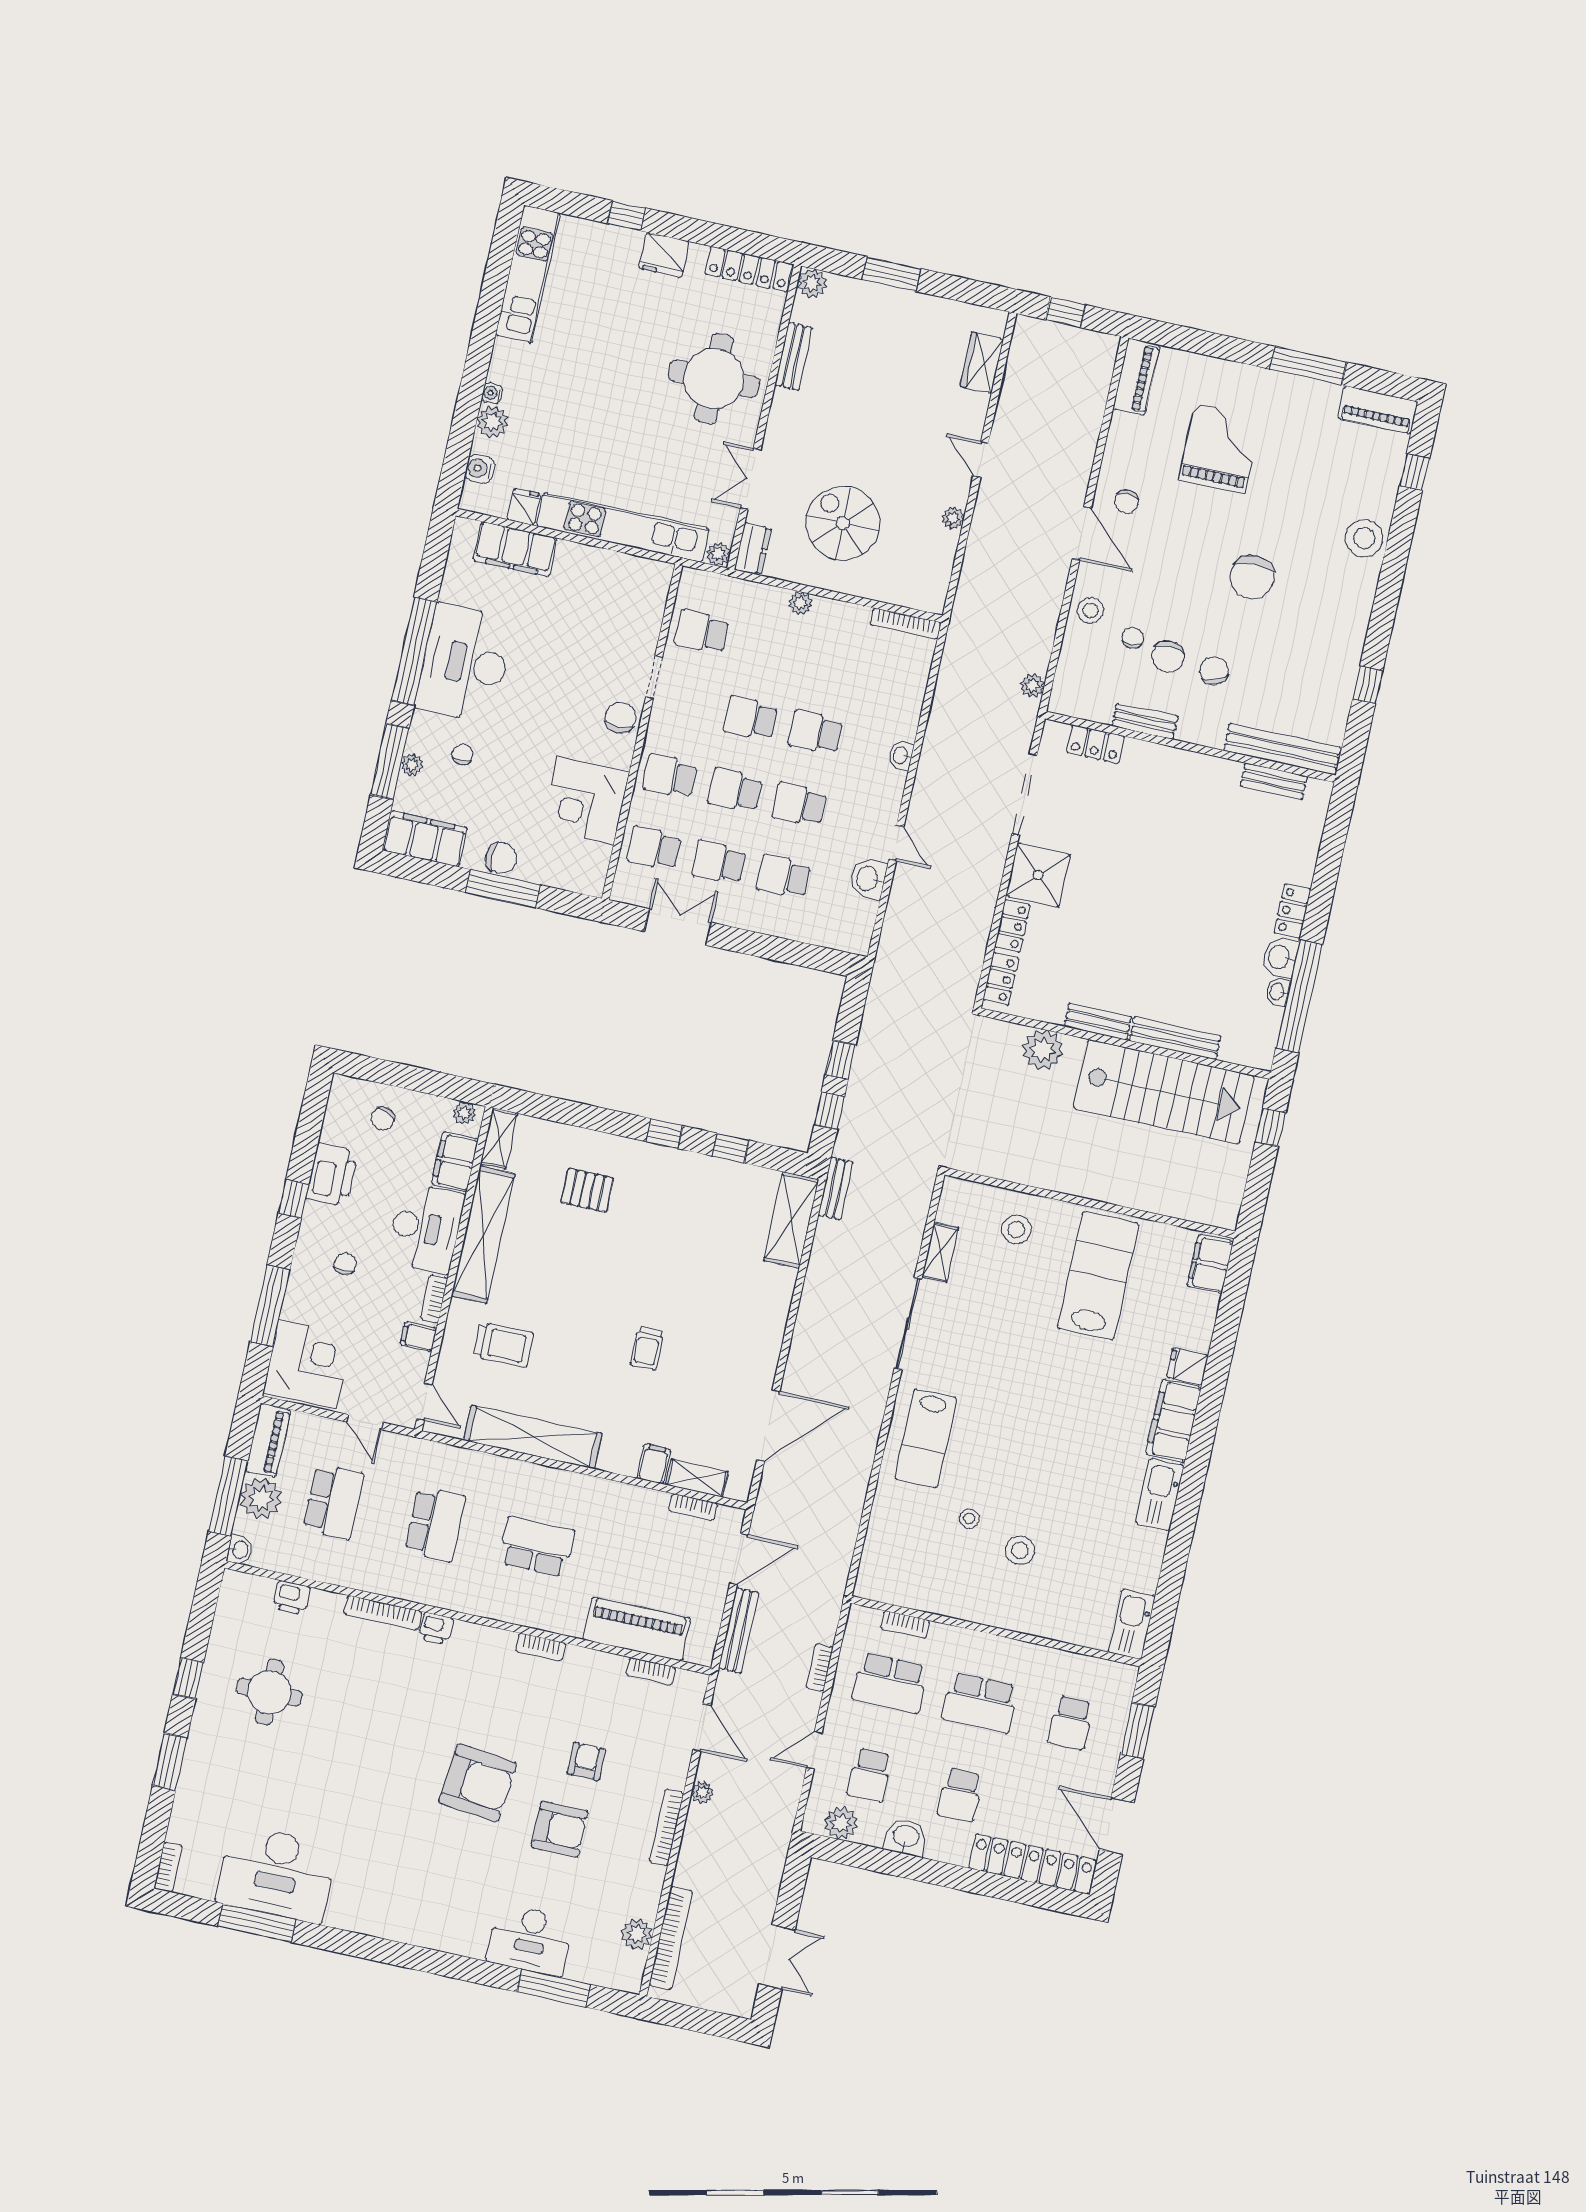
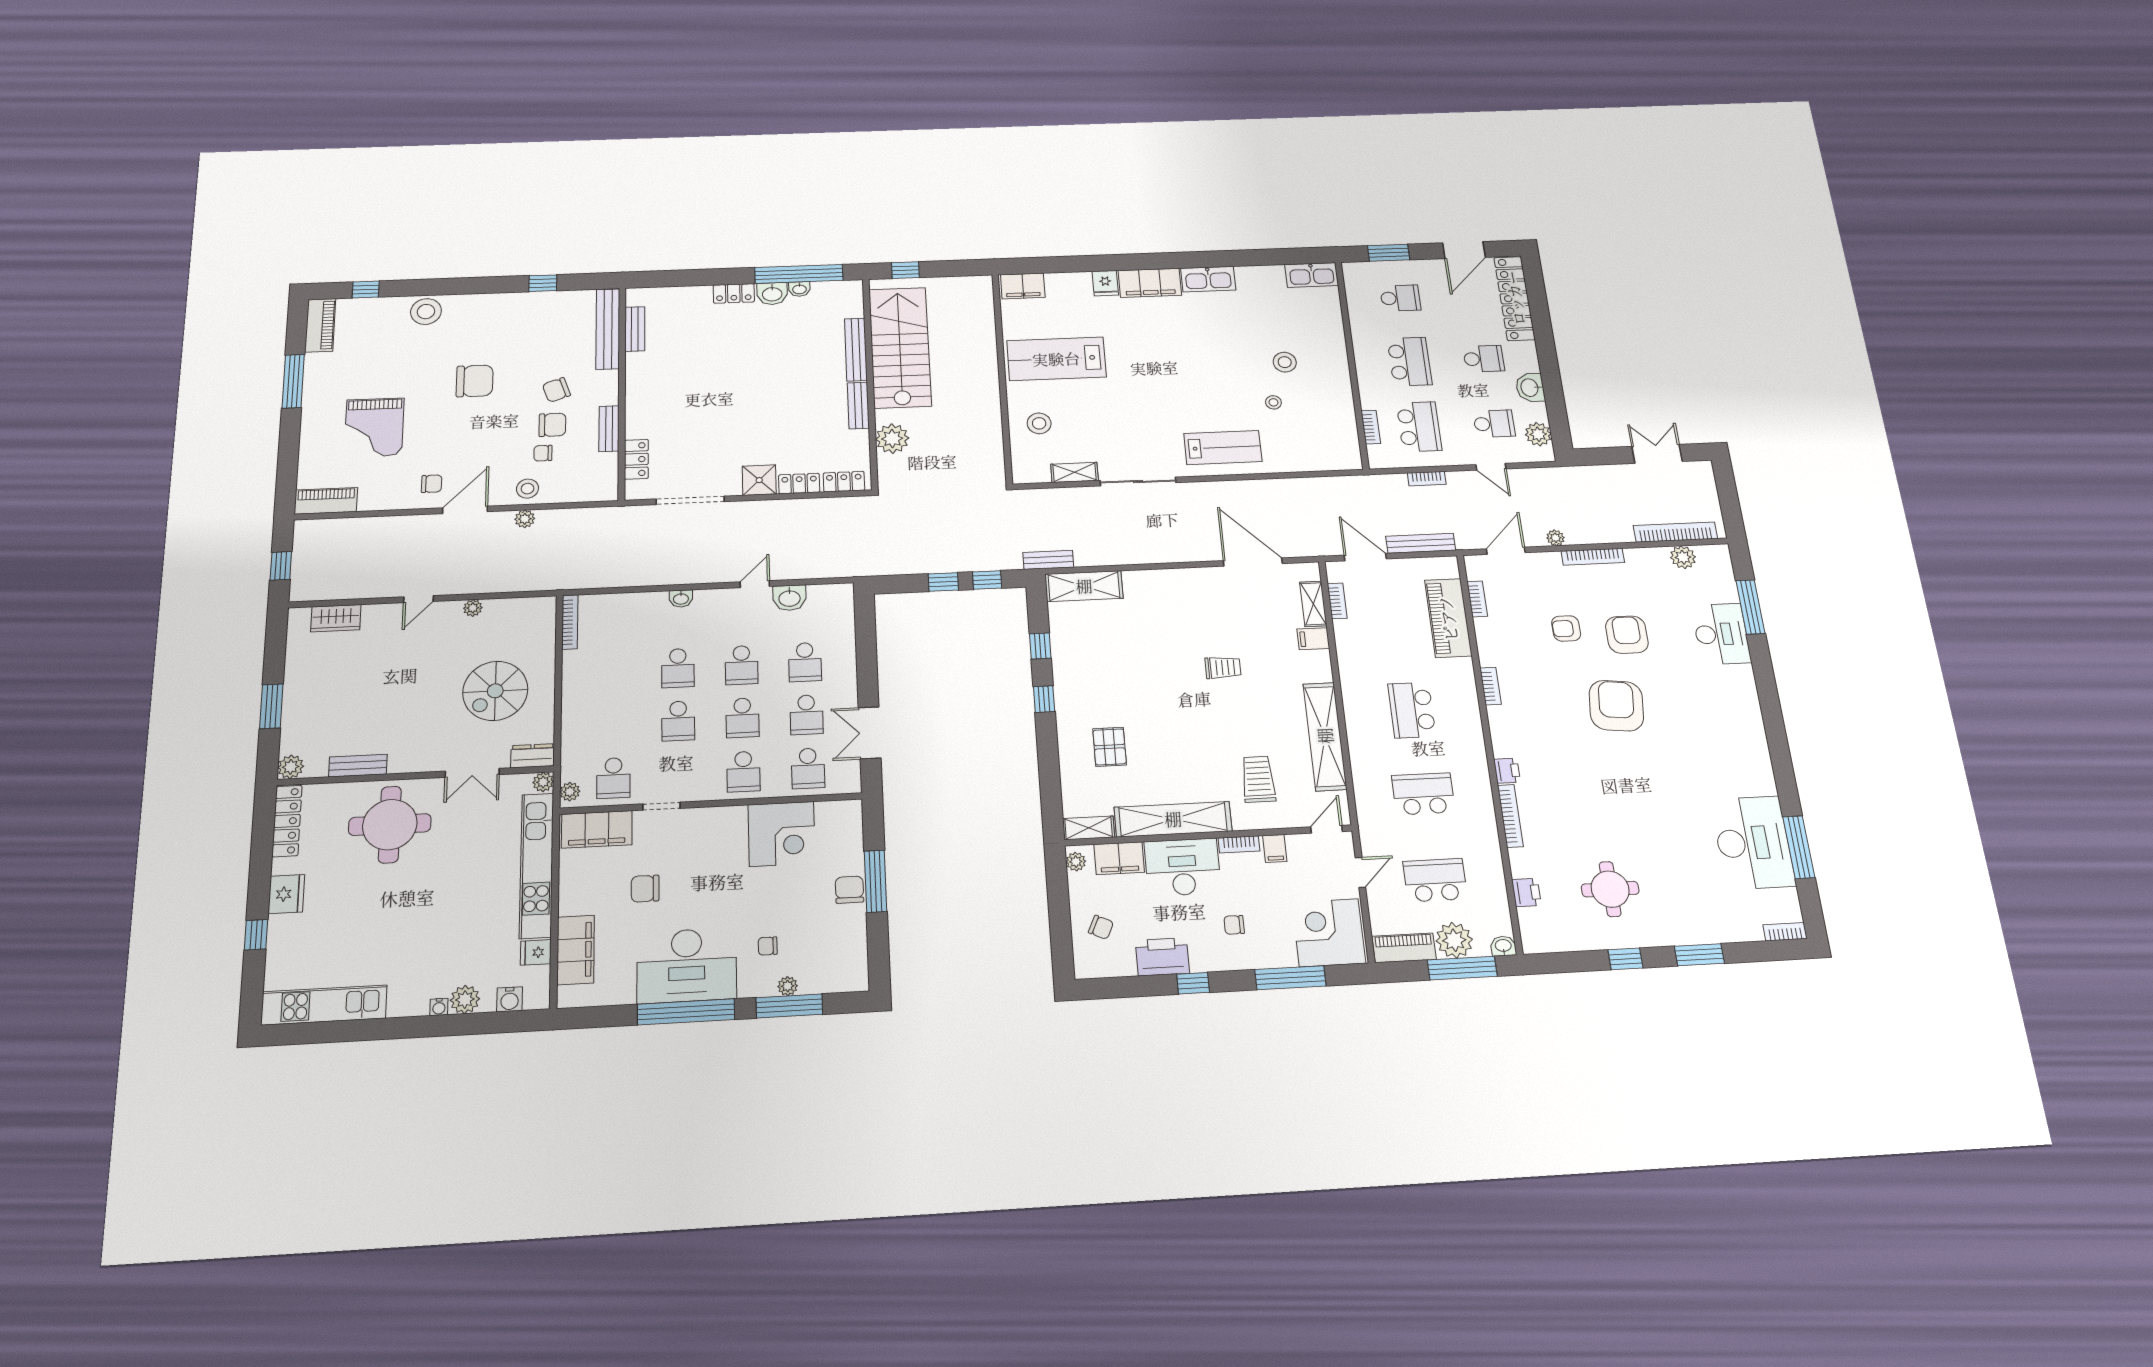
grand piano: (1220, 449) -> (374, 428), turned -90
plant: (800, 603) -> (570, 792), moved
plant: (1033, 685) -> (525, 519), moved
chair: (620, 718) -> (645, 889), moved
filing cabinet: (425, 839) -> (597, 829), moved, turned -90
shower: (1038, 875) -> (759, 480), width x0.73, depth x0.73

